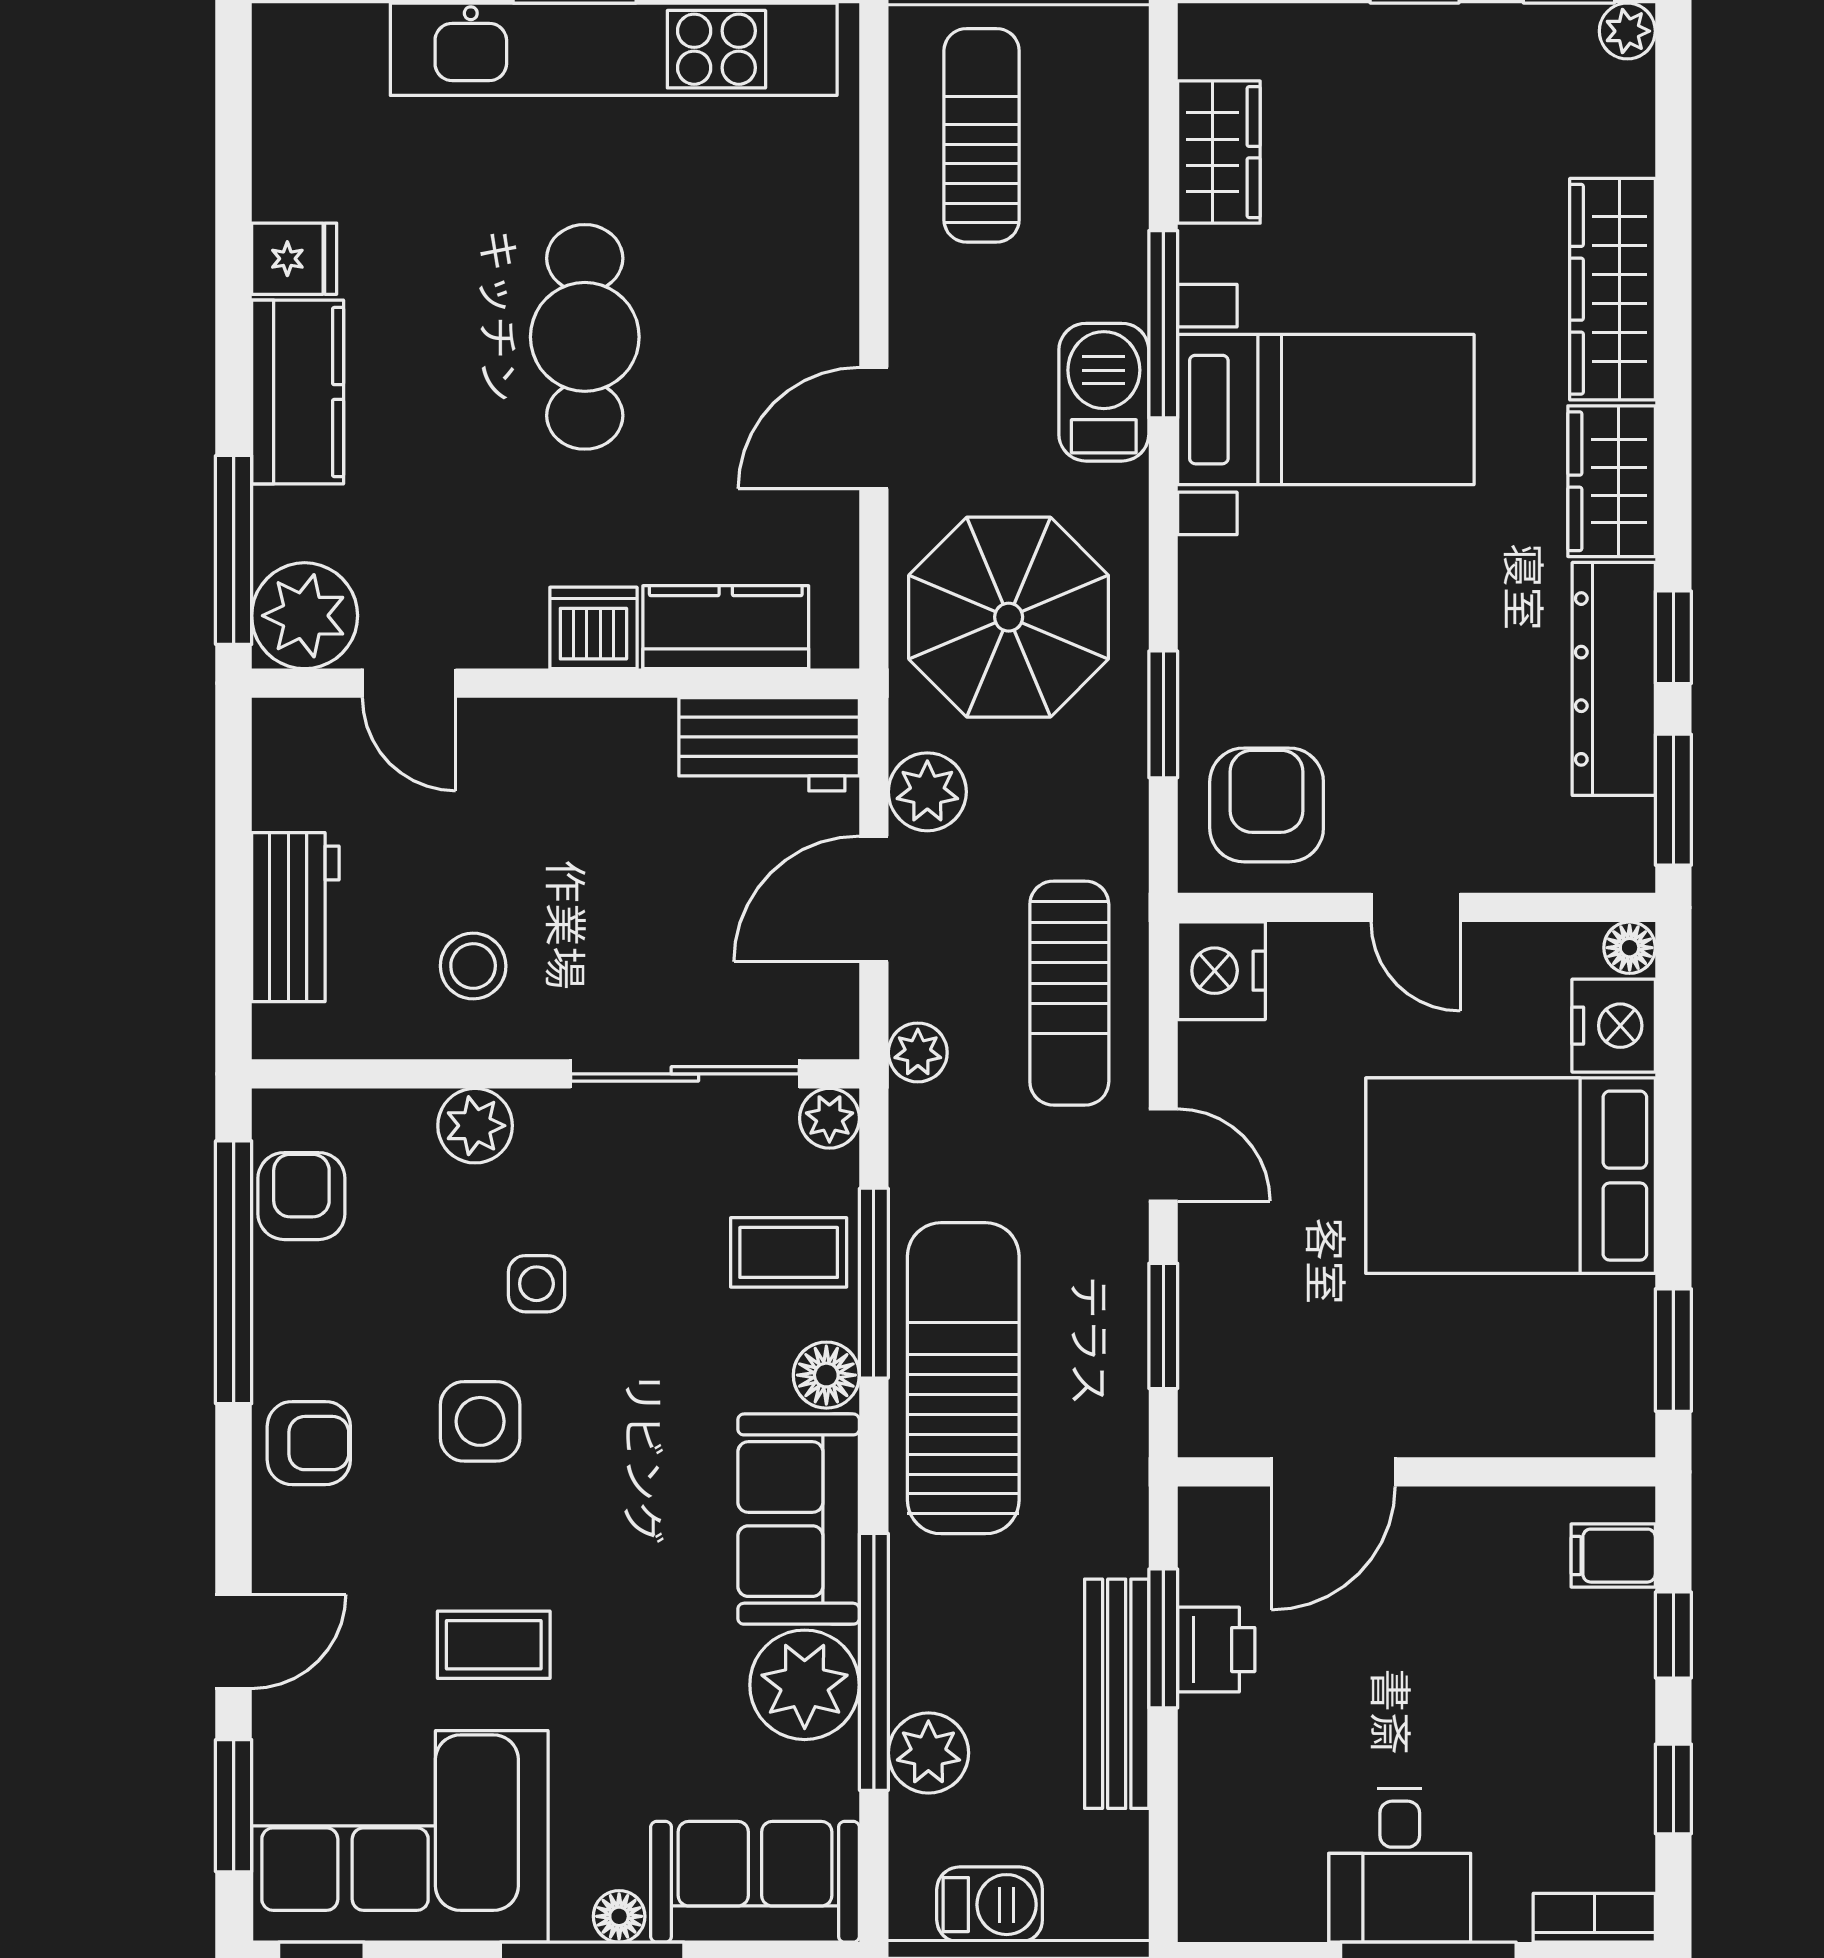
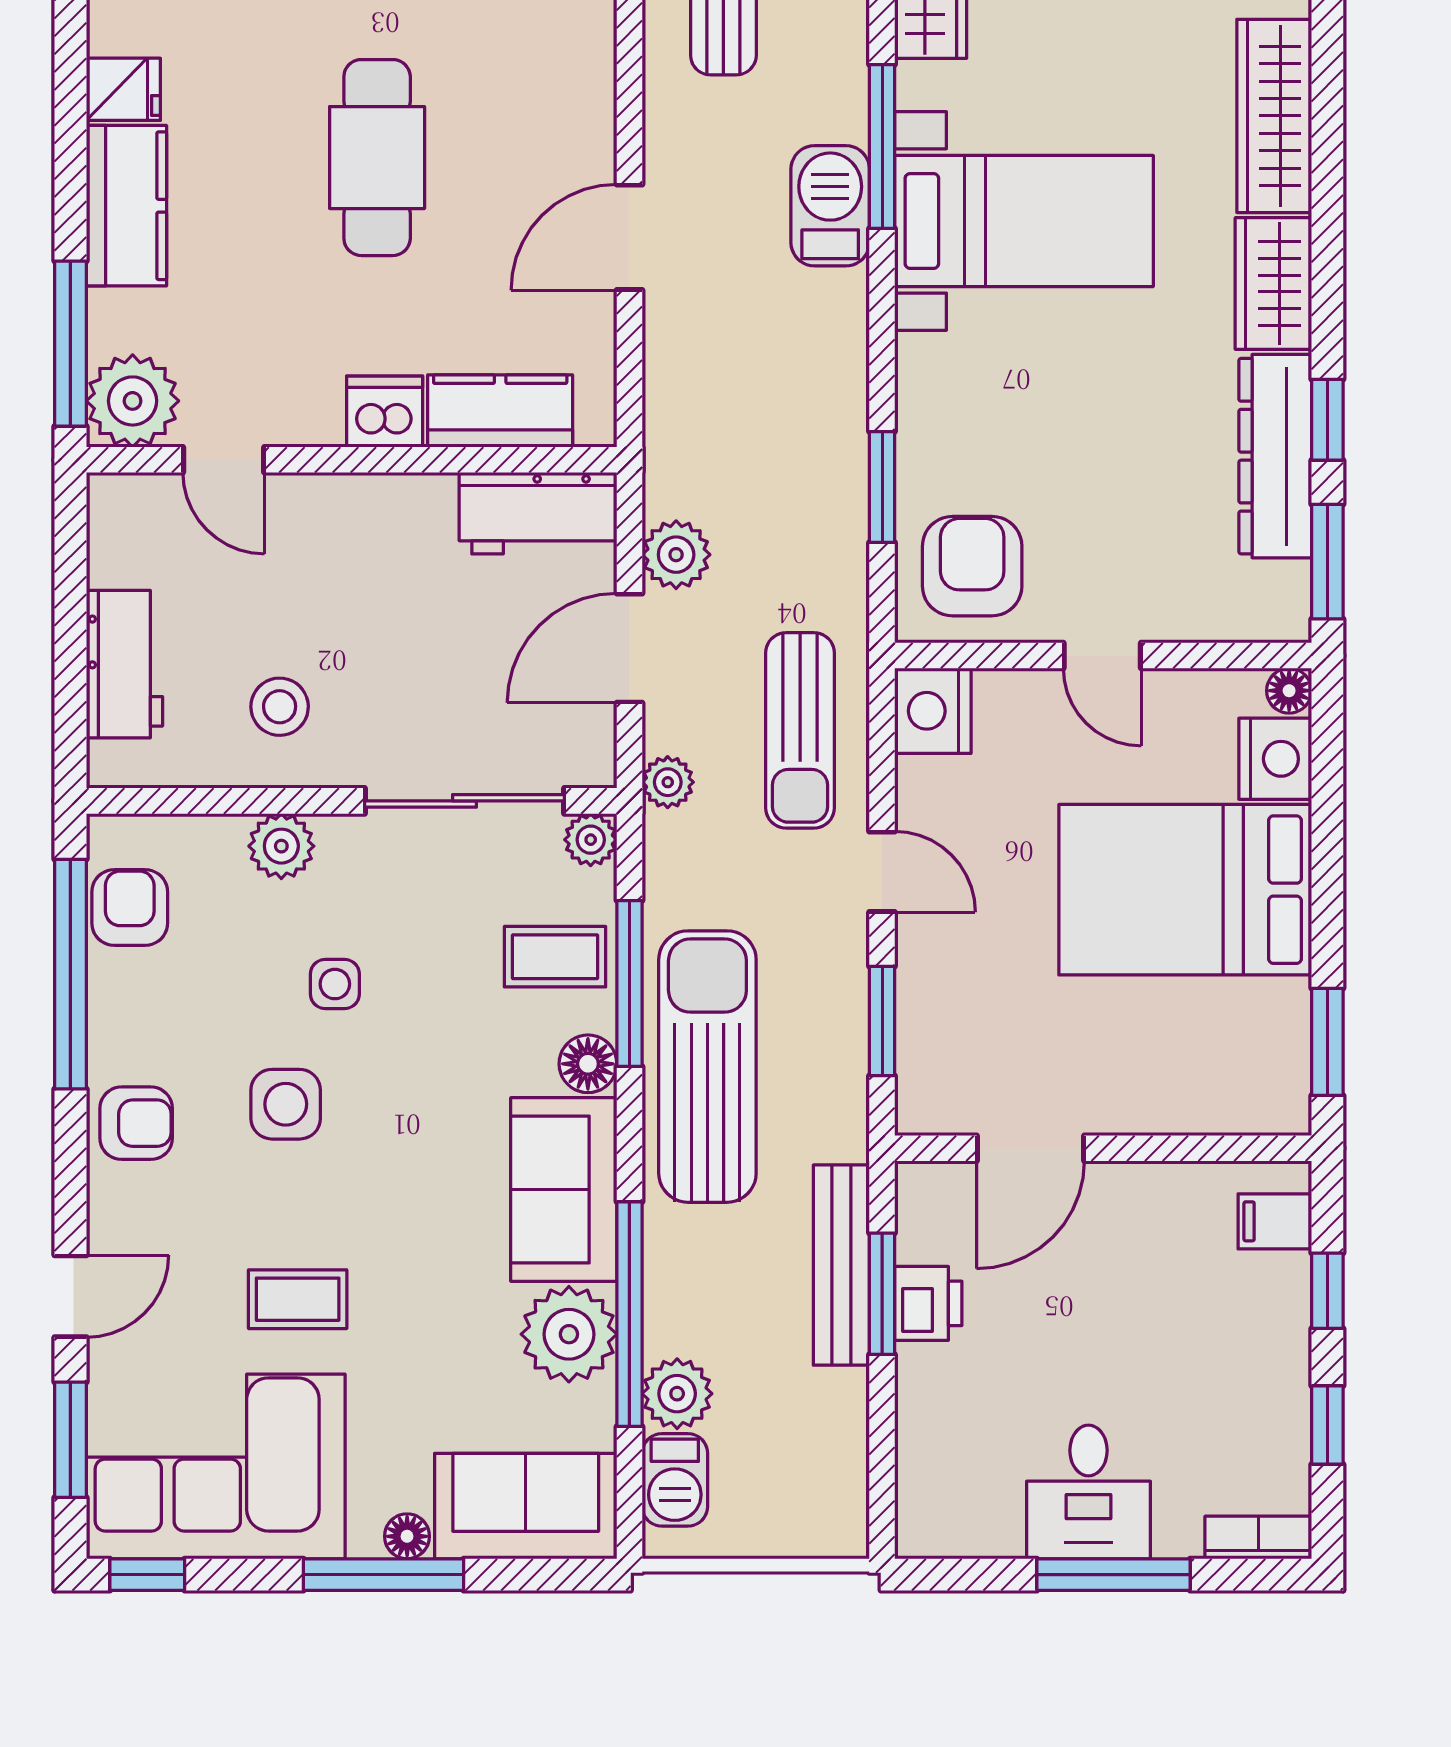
parasol: (1009, 617) -> (747, 402), removed
bench: (1117, 1694) -> (841, 1265), moved
barbecue: (990, 1905) -> (675, 1480), moved, turned 90

